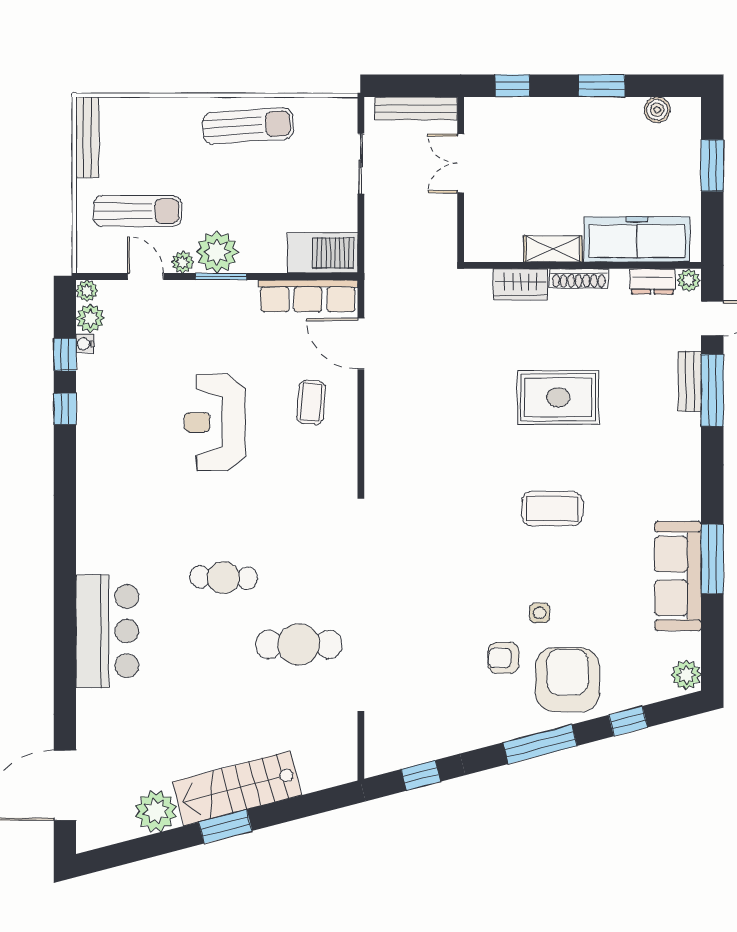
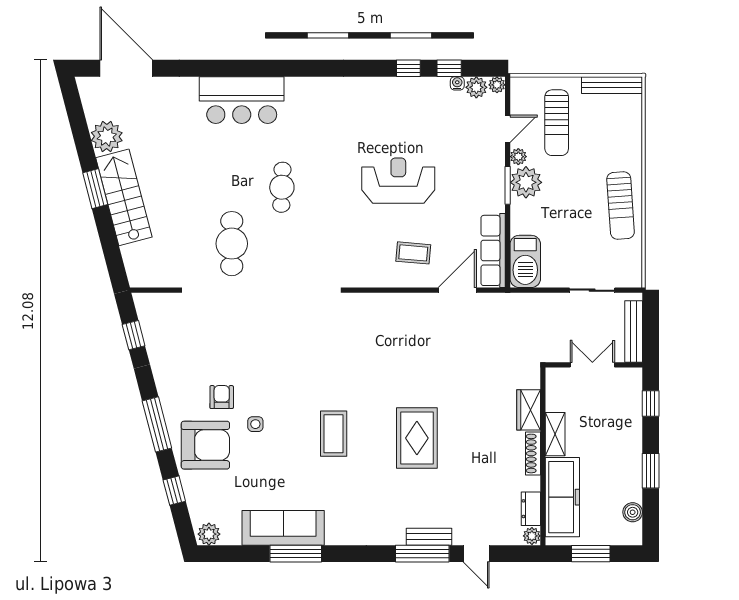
freezer: (637, 239) -> (562, 497), moved
shelving: (553, 249) -> (555, 434), moved
wall: (583, 265) -> (543, 456), moved
shoe rack: (579, 279) -> (533, 453), moved
plant: (689, 280) -> (532, 536), moved
dresser: (652, 281) -> (531, 509), moved
wardrobe: (521, 284) -> (529, 410), moved

